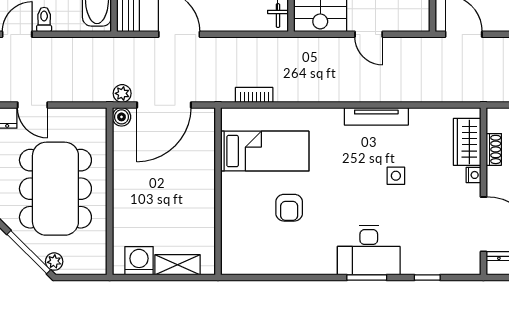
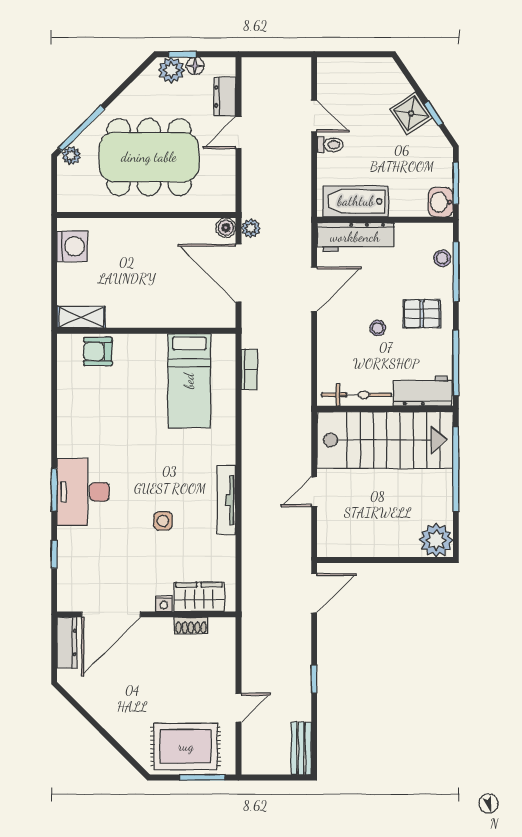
armchair: (289, 208) -> (98, 351), moved
shelving: (178, 265) -> (81, 317), moved, turned 90

